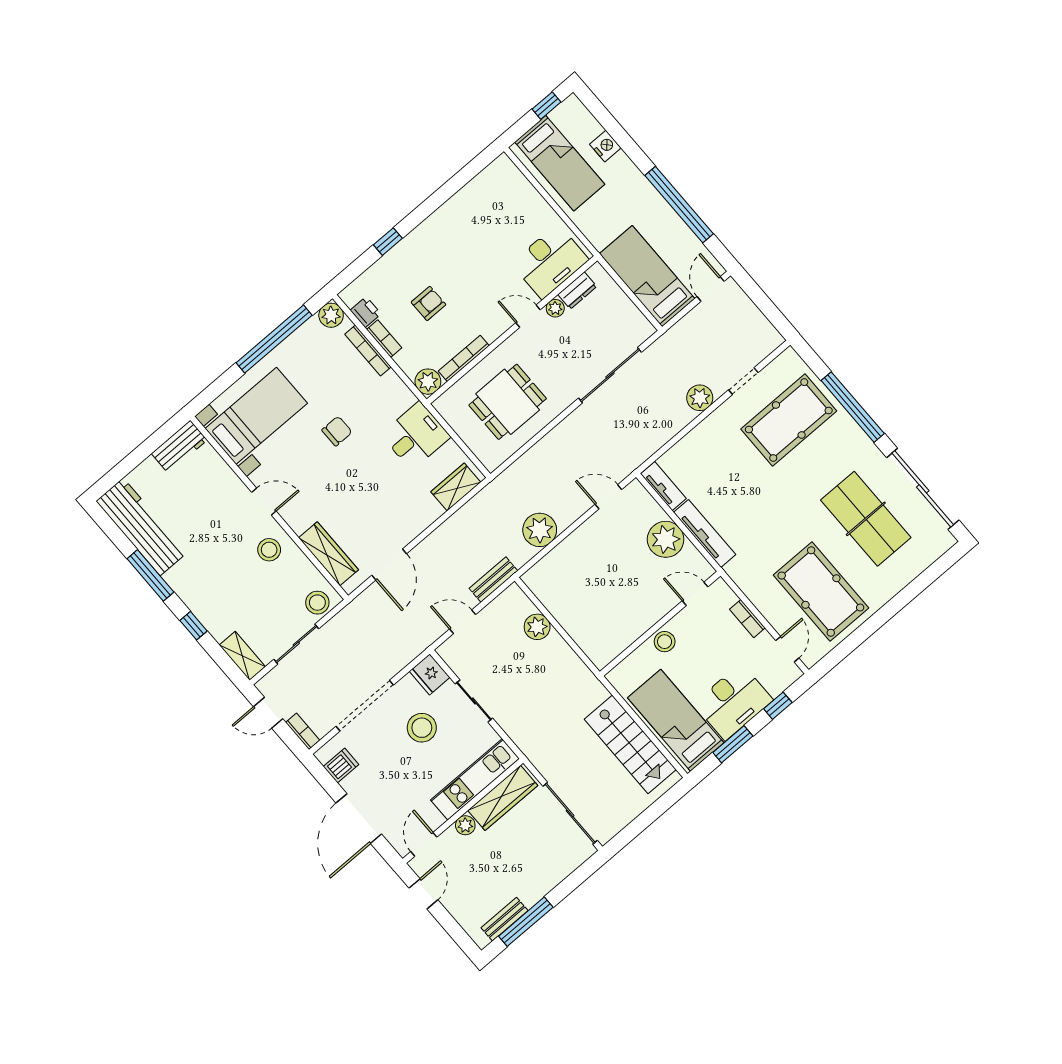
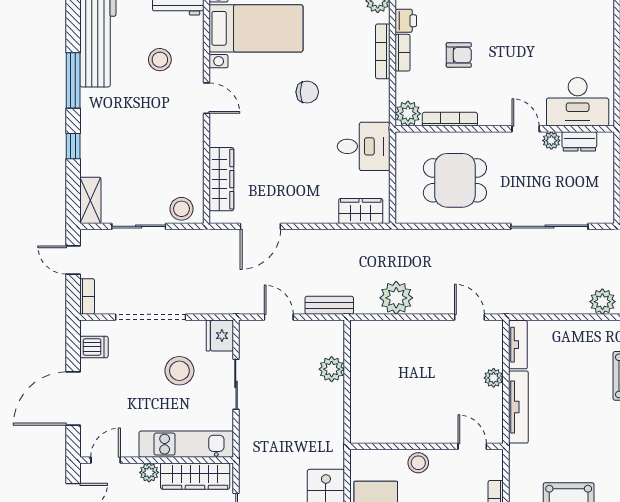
plant: (666, 539) -> (494, 378), width x0.53, depth x0.53
stool: (269, 550) -> (160, 60), moved

